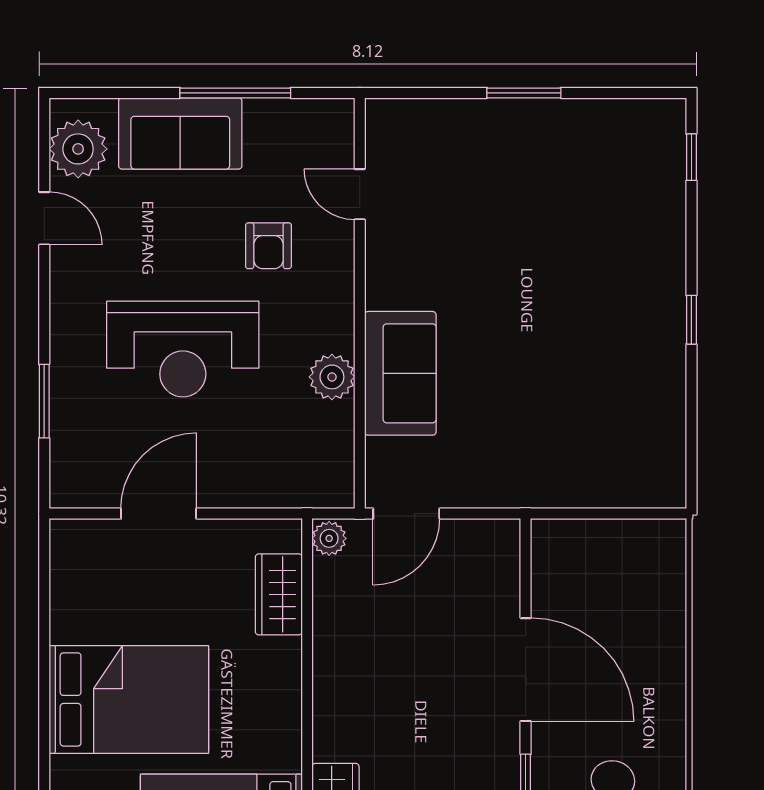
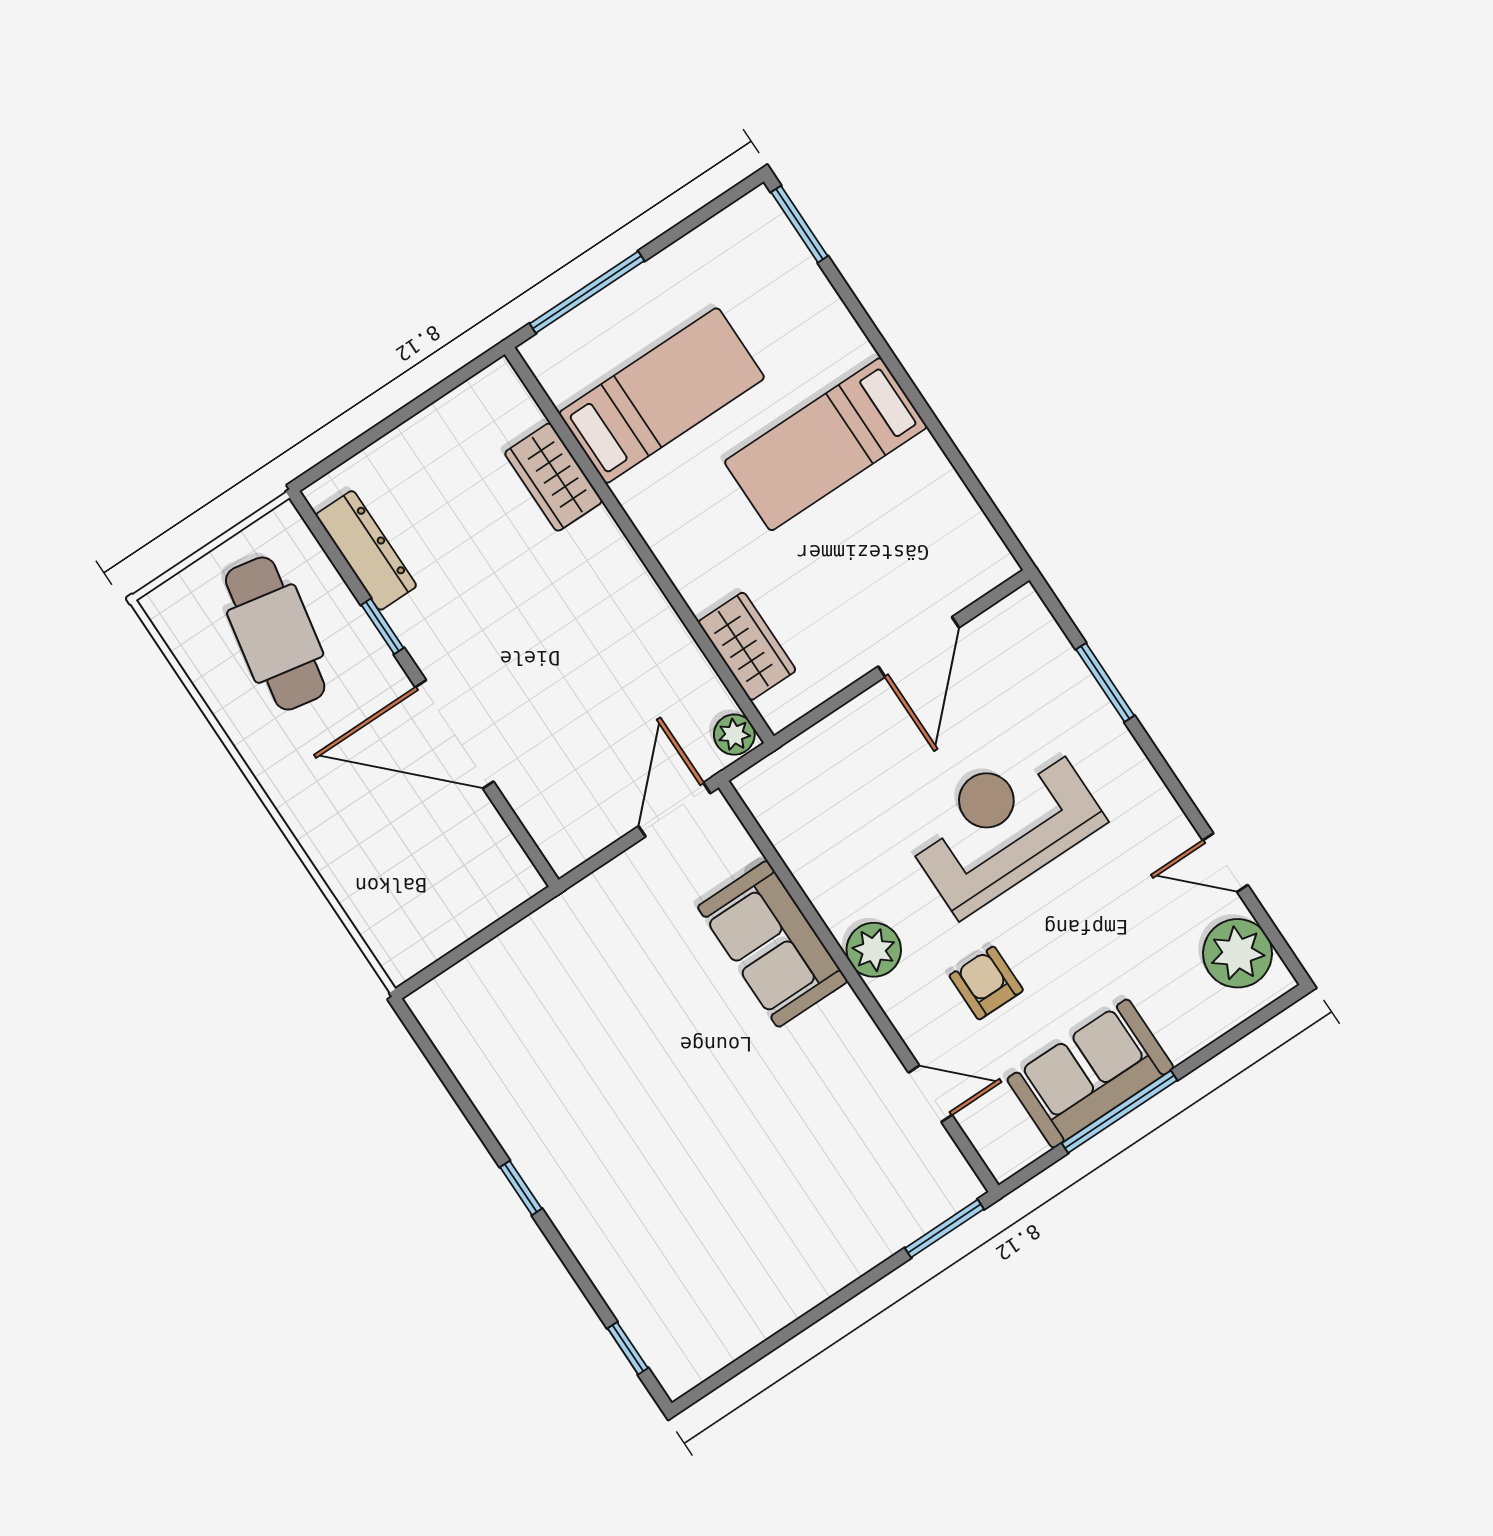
window: (524, 93) -> (944, 1229), moved
sofa: (180, 133) -> (1090, 1074), moved
plant: (332, 377) -> (874, 950), moved
bed: (129, 699) -> (826, 444), width x0.67

